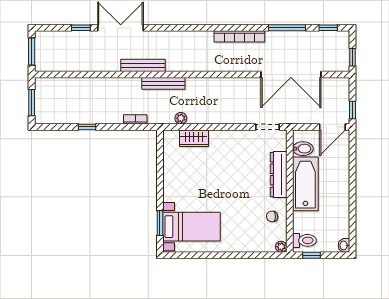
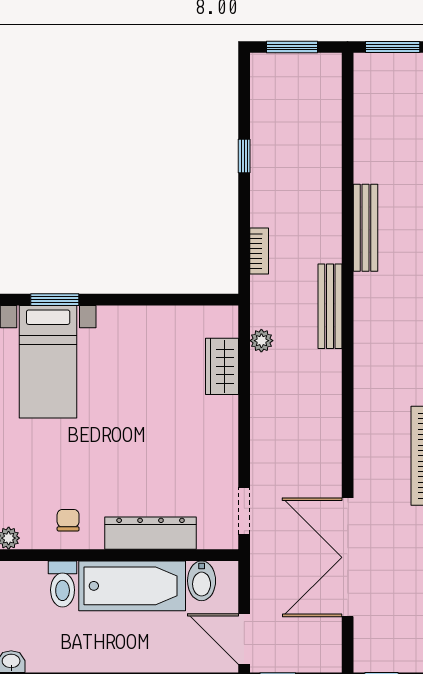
bench: (143, 65) -> (365, 228), moved
toilet: (304, 240) -> (63, 584), moved

